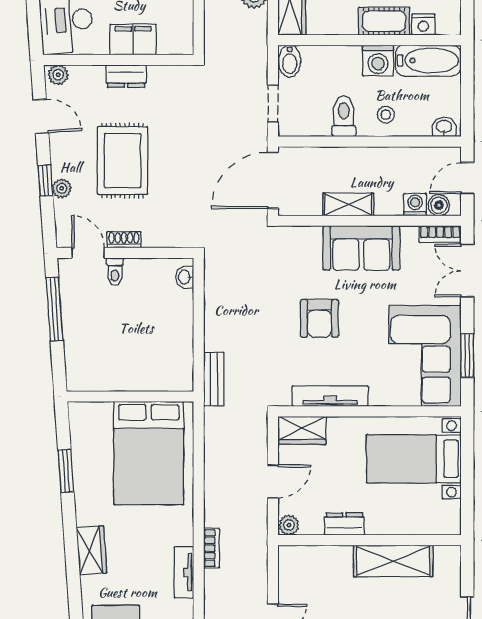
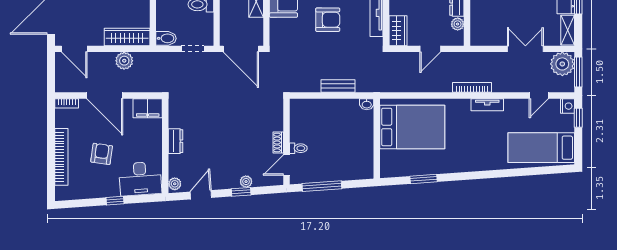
filing cabinet: (133, 40) -> (148, 108), moved, turned -90
rug: (123, 161) -> (229, 143), removed
washbasin: (185, 277) -> (367, 104), moved
bench: (214, 379) -> (338, 86), moved
door: (273, 482) -> (430, 49), swing flipped
plant: (289, 525) -> (458, 24), moved
bookcase: (212, 548) -> (472, 87), width x1.56
wardrobe: (91, 550) -> (473, 163), removed

